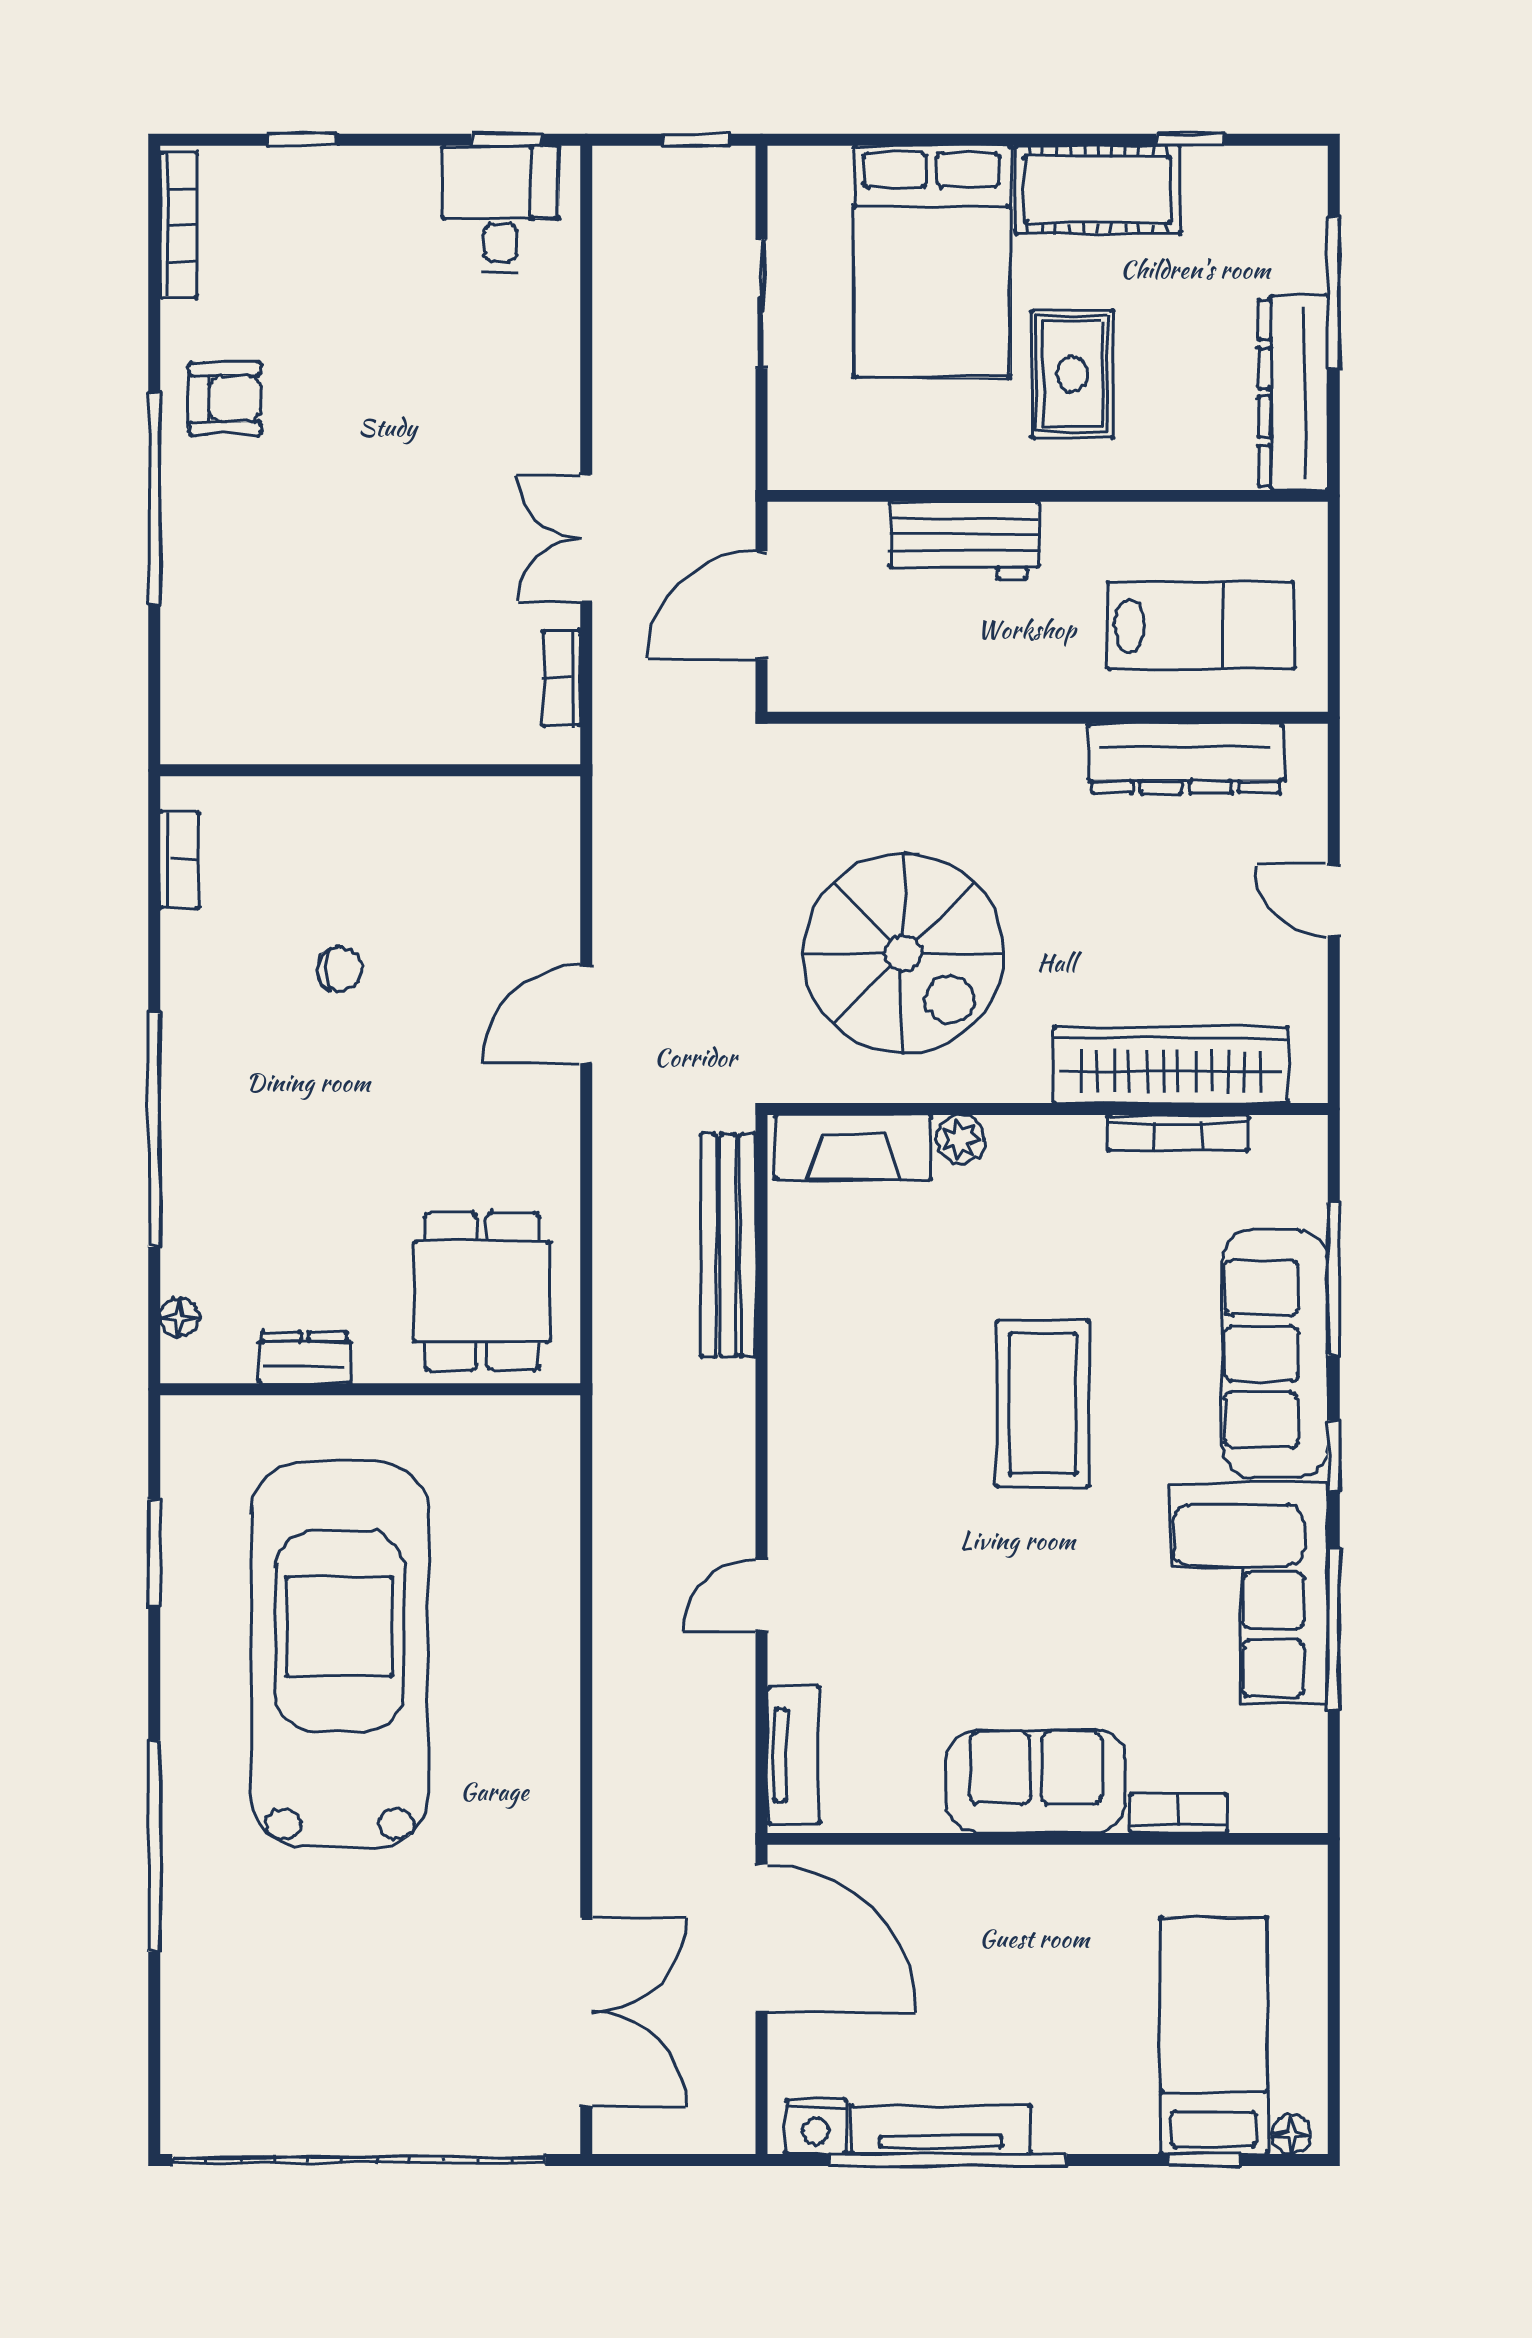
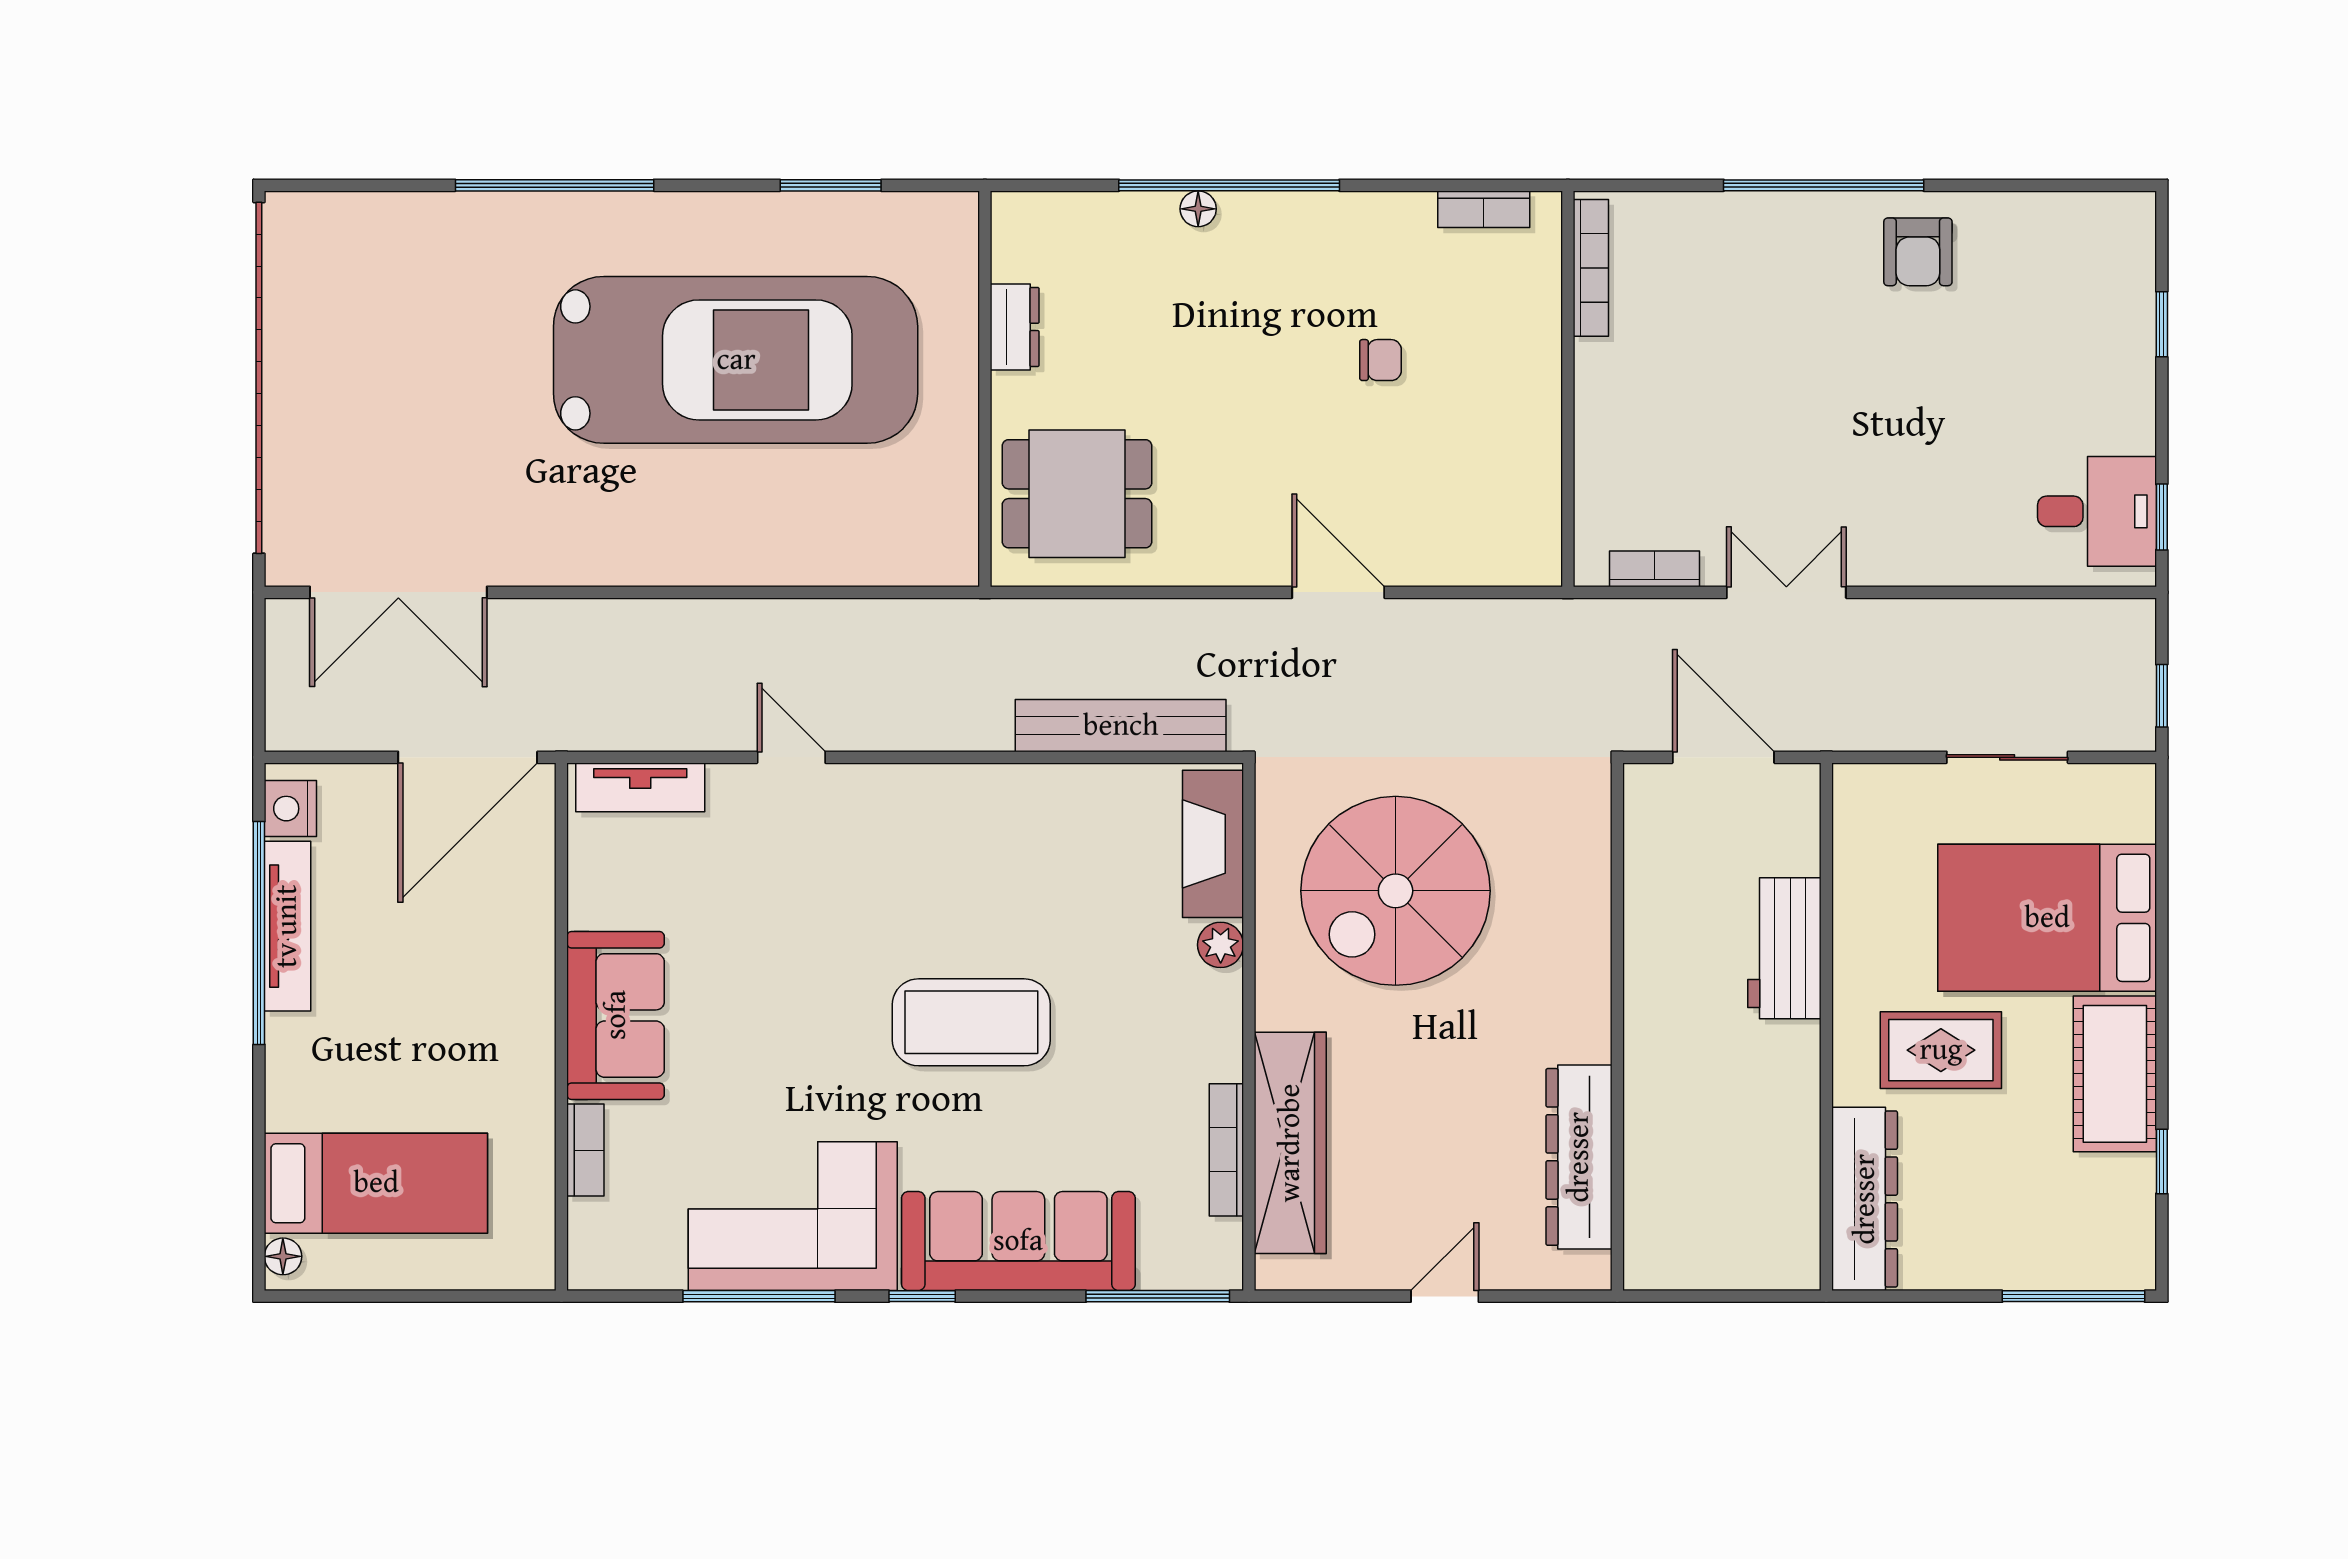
bookcase: (179, 225) -> (1591, 268), moved, turned -90
window: (1334, 293) -> (2073, 1296), moved
dresser: (1293, 393) -> (1865, 1199), moved, turned 90
lab bench: (1201, 625) -> (1704, 1171), removed
chair: (340, 969) -> (1381, 360), turned -90
window: (1334, 1279) -> (1158, 1296), moved
floor lamp: (179, 1317) -> (1198, 209), moved
window: (1204, 2160) -> (259, 1174), removed

